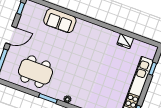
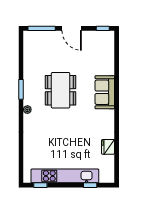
sofa: (60, 21) -> (105, 92), moved
dining table: (35, 72) -> (61, 90), moved

